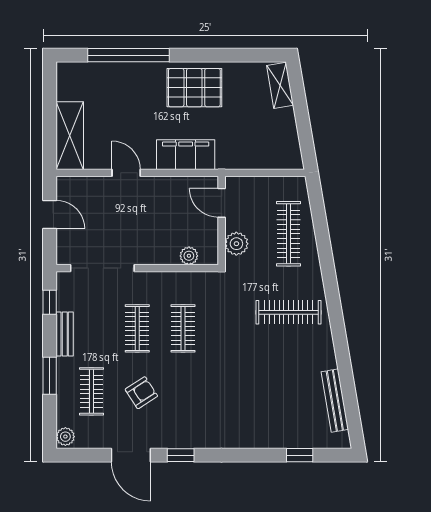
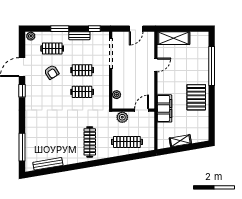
shelving: (280, 85) -> (180, 141), moved
filing cabinet: (186, 155) -> (164, 108), moved
window: (300, 455) -> (22, 147), width x2.17

